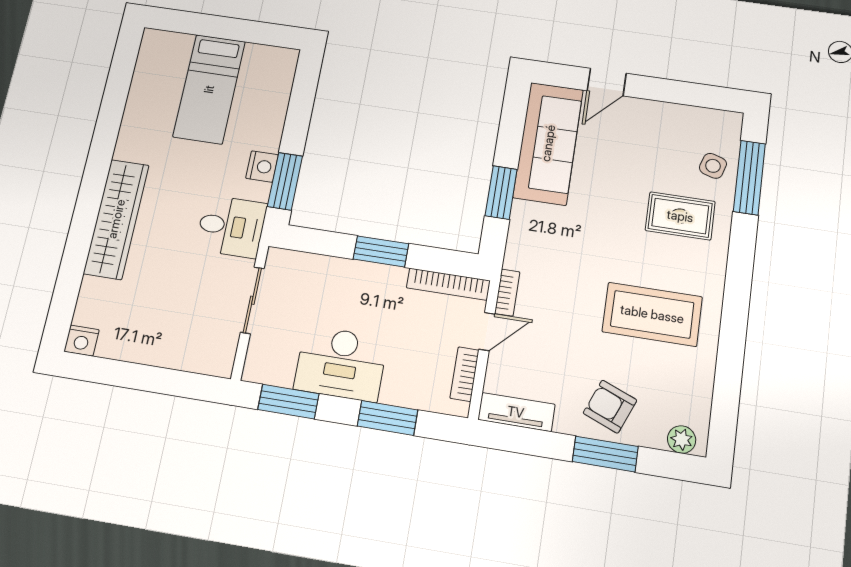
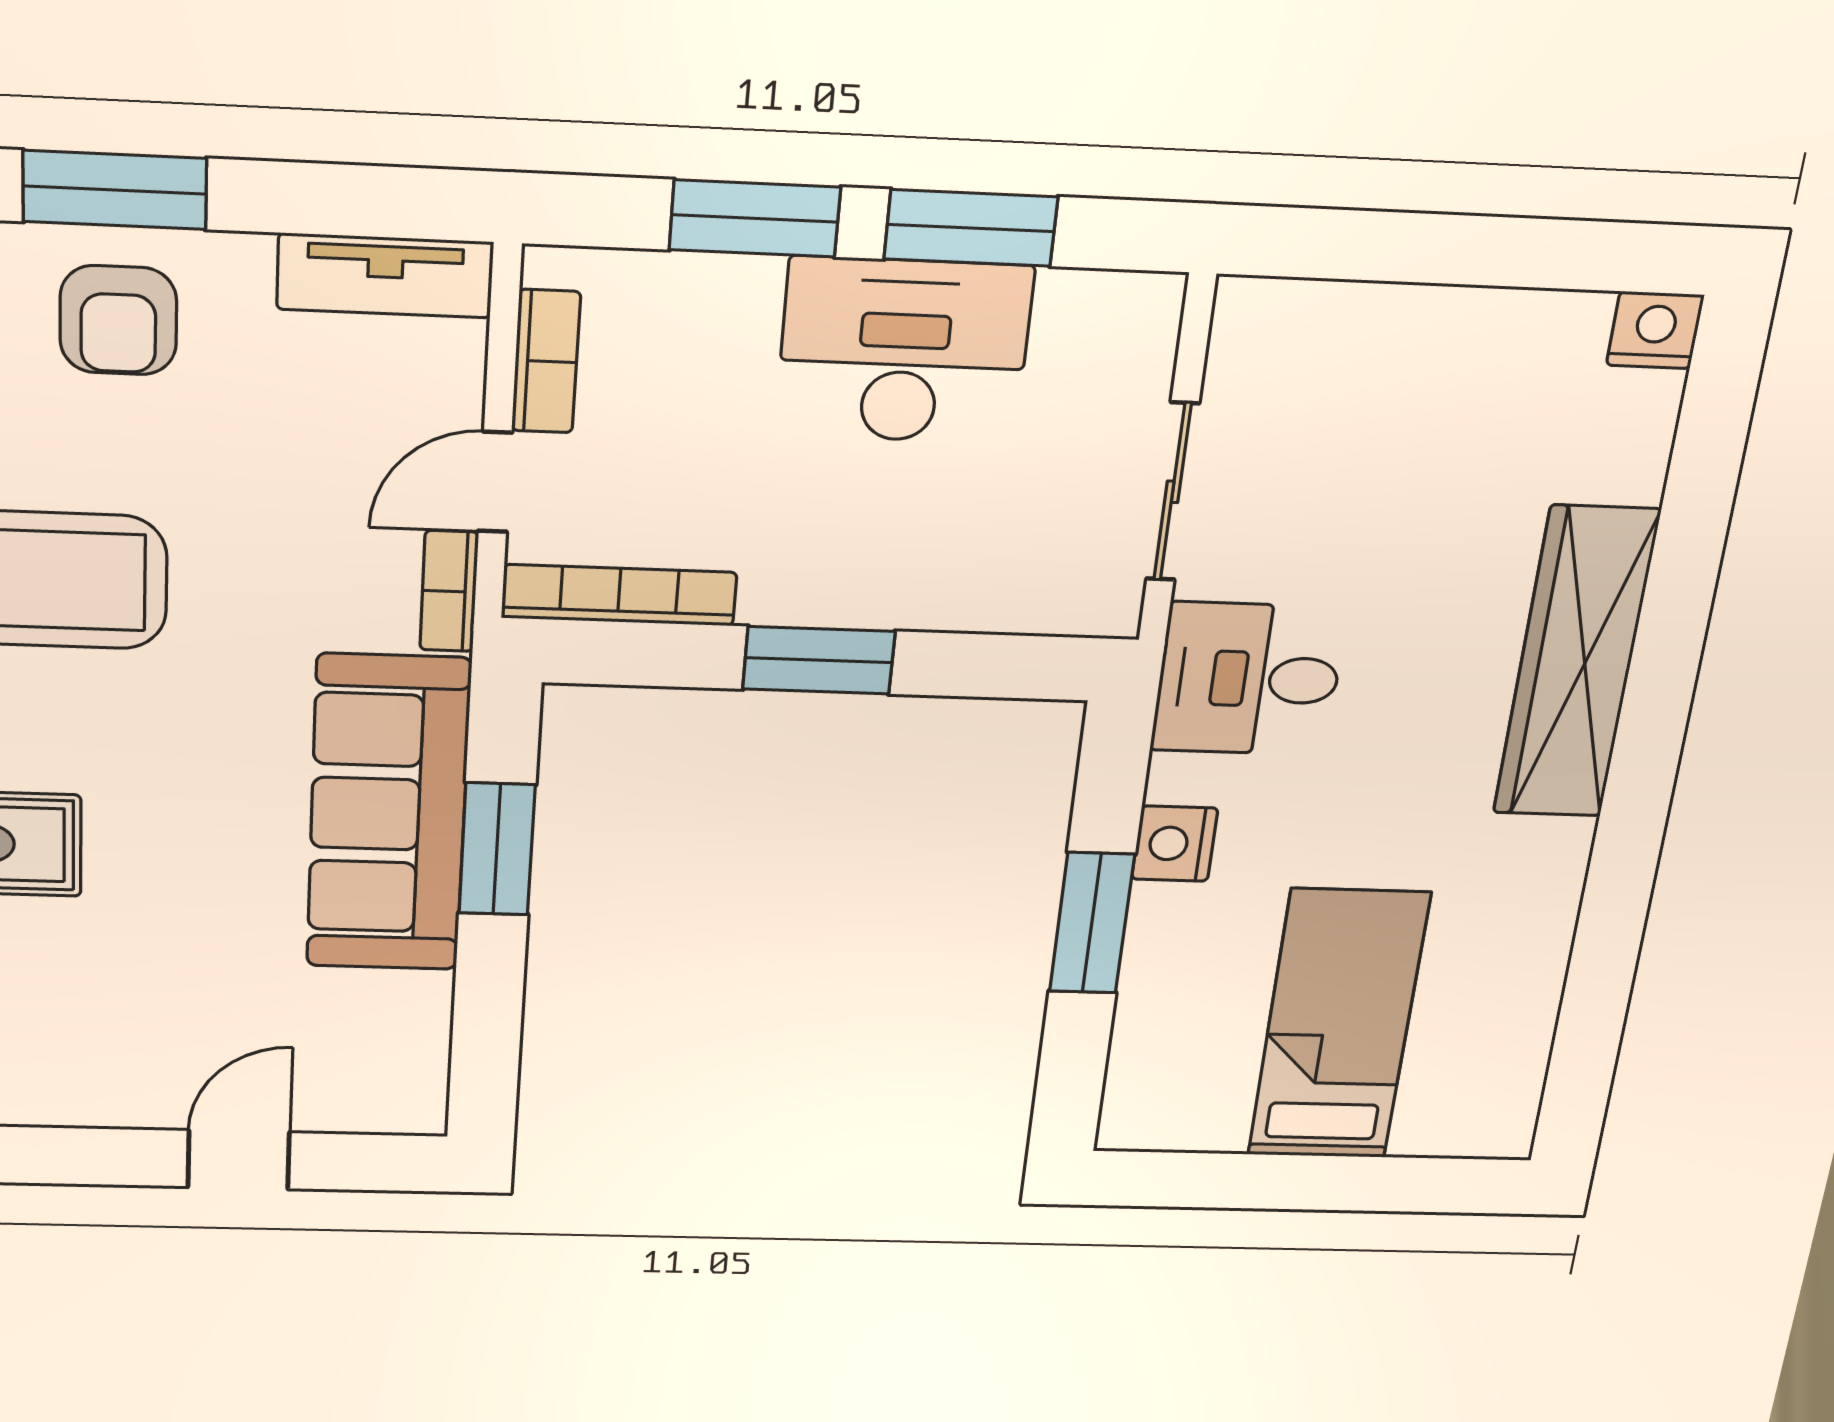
sofa: (548, 143) -> (388, 814), moved
window: (285, 181) -> (1092, 923), moved
window: (288, 402) -> (971, 228), moved
armchair: (610, 407) -> (118, 320), turned 68

